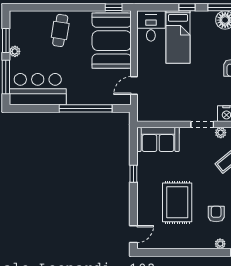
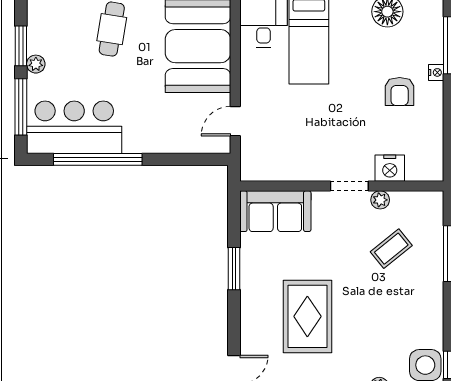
window: (86, 108) -> (98, 159), moved
window: (133, 174) -> (234, 269), width x1.50
armchair: (216, 214) -> (373, 336), removed

